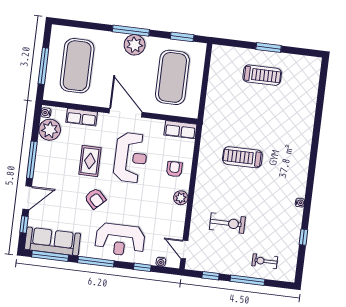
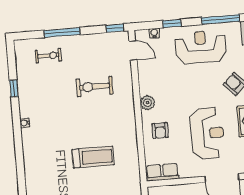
reception desk: (131, 158) -> (207, 133), turned 180
window: (211, 276) -> (115, 28), moved

